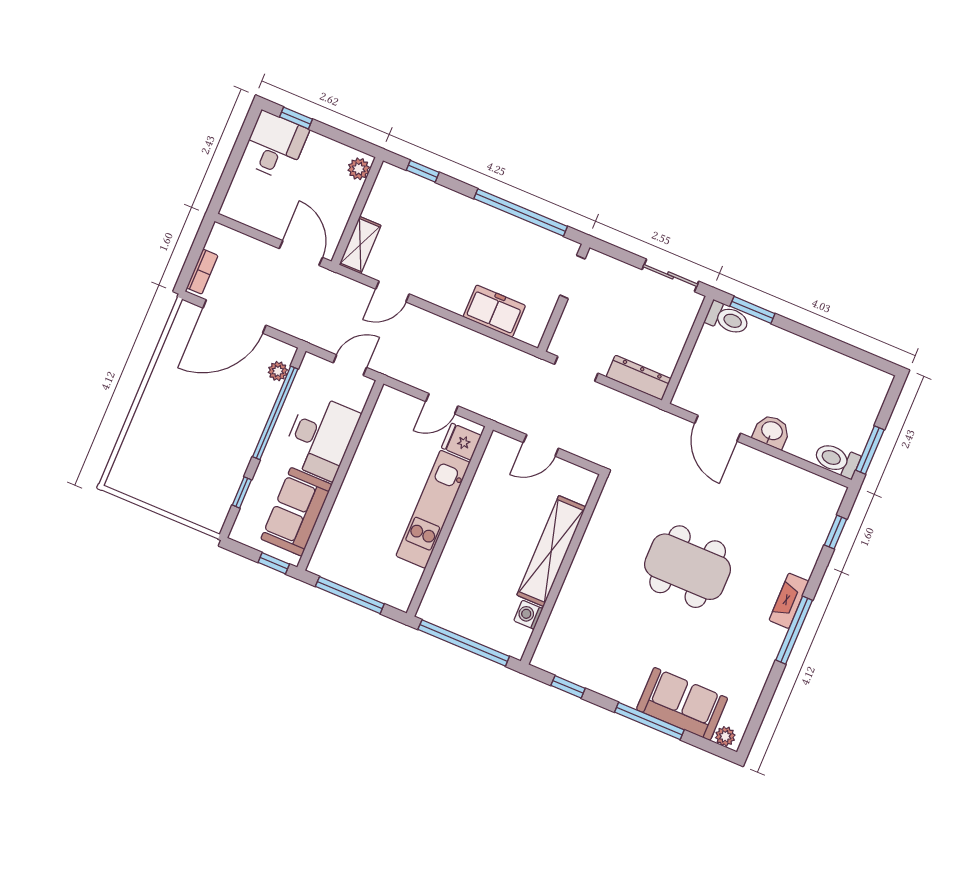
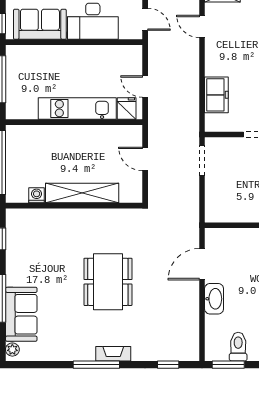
dresser: (639, 378) -> (213, 202), removed
washbasin: (772, 431) -> (214, 299), width x1.38
toilet: (837, 460) -> (238, 347), moved

